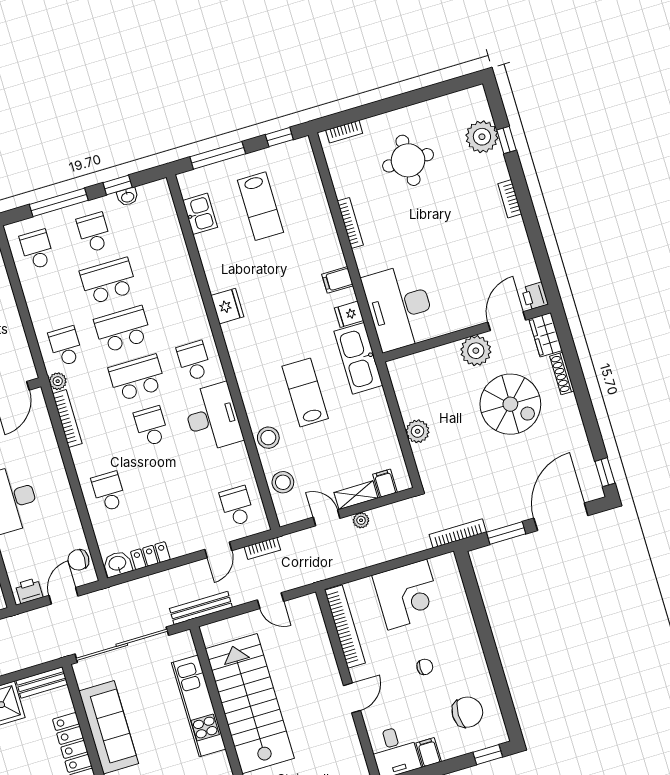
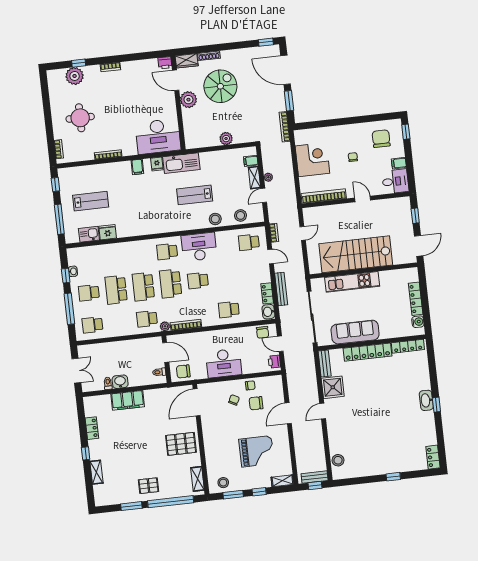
fridge: (227, 306) -> (108, 232), moved
bench: (201, 608) -> (281, 289), moved

